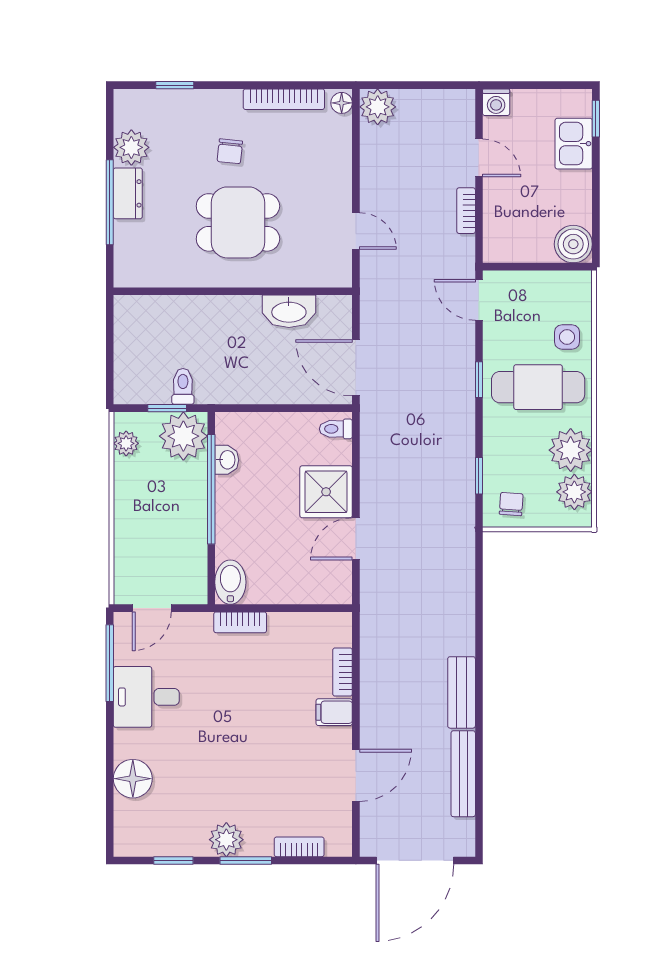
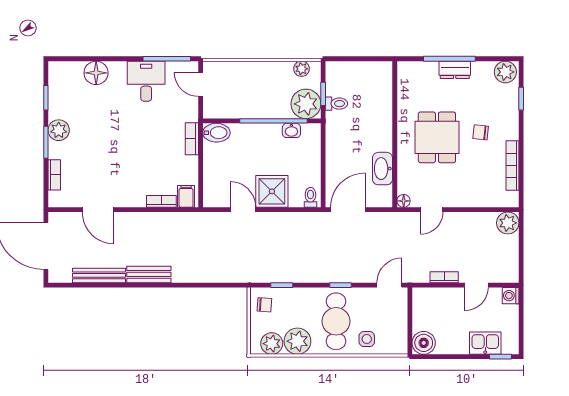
floor lamp: (342, 103) -> (404, 201), moved
plant: (131, 147) -> (505, 72), moved
filing cabinet: (334, 712) -> (186, 196), moved

